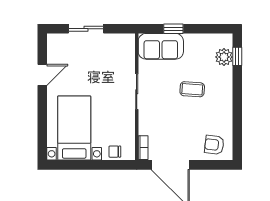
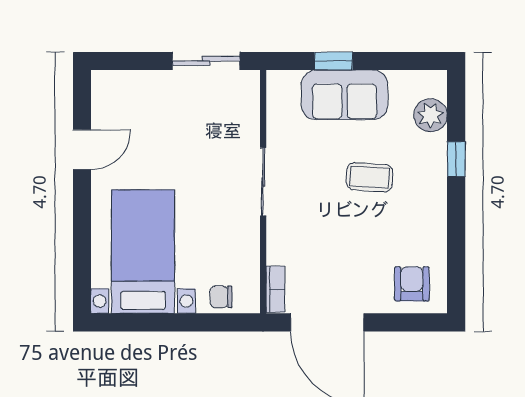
sliding door: (86, 29) -> (206, 61), moved
sofa: (161, 46) -> (345, 95), moved
window: (237, 56) -> (456, 159), moved
armchair: (214, 145) -> (412, 284), turned 83

